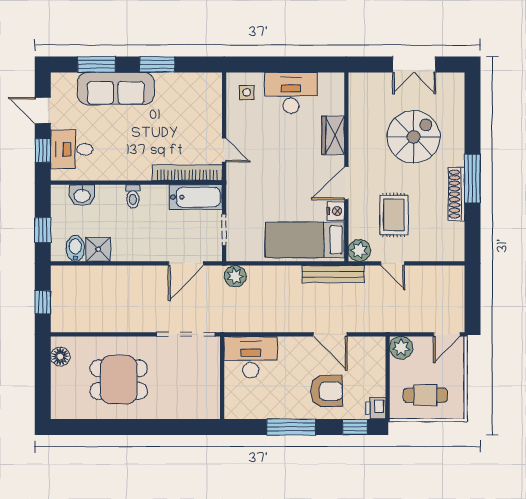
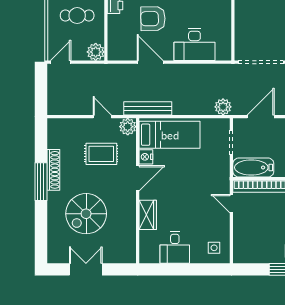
desk: (291, 93) -> (175, 247), width x0.73
rug: (394, 215) -> (101, 154), turned 90
desk: (251, 357) -> (194, 45), moved

